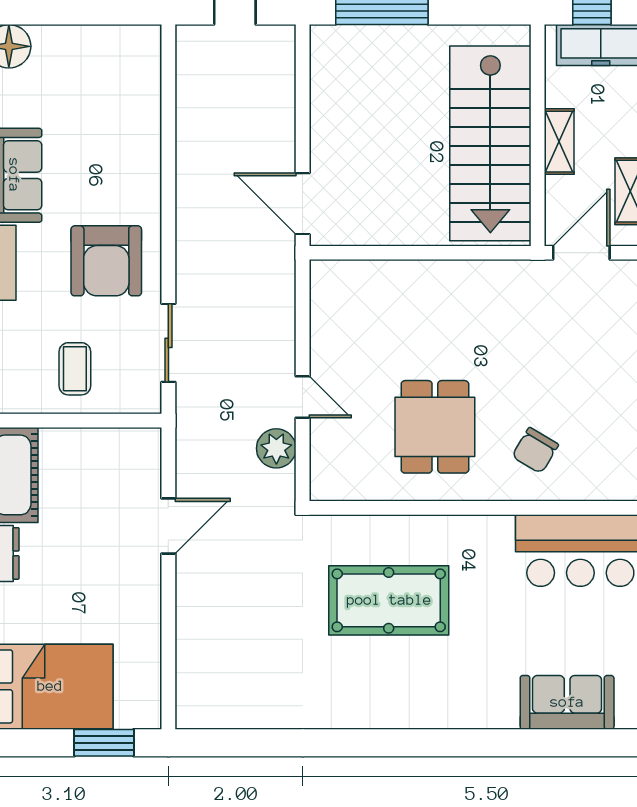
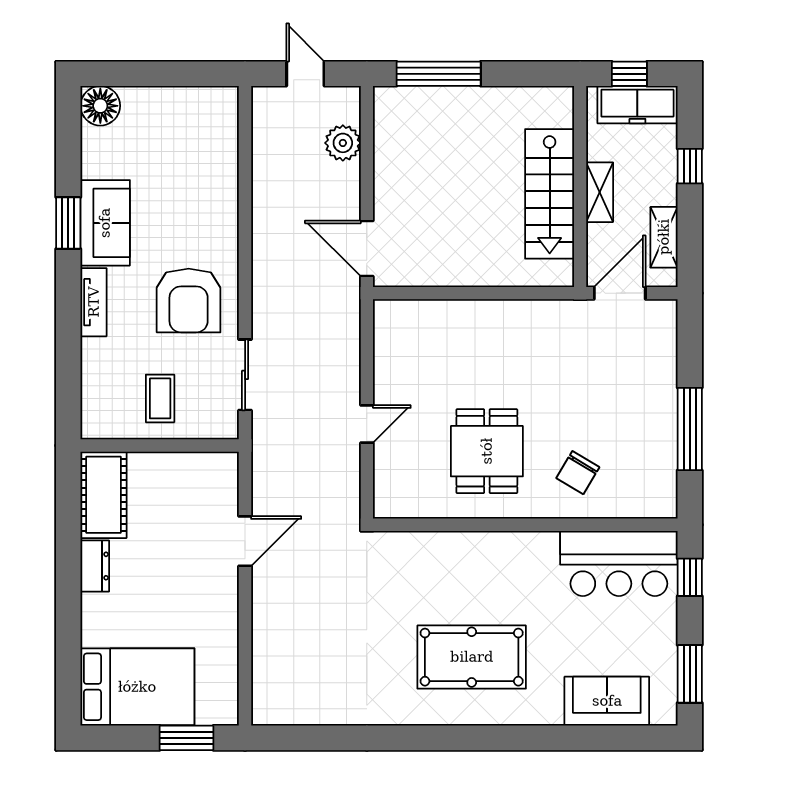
stairs: (490, 143) -> (550, 194), width x0.73, depth x0.66
door: (303, 397) -> (367, 424), hinge flipped
plant: (276, 448) -> (343, 143), moved
pool table: (389, 600) -> (472, 657), moved

